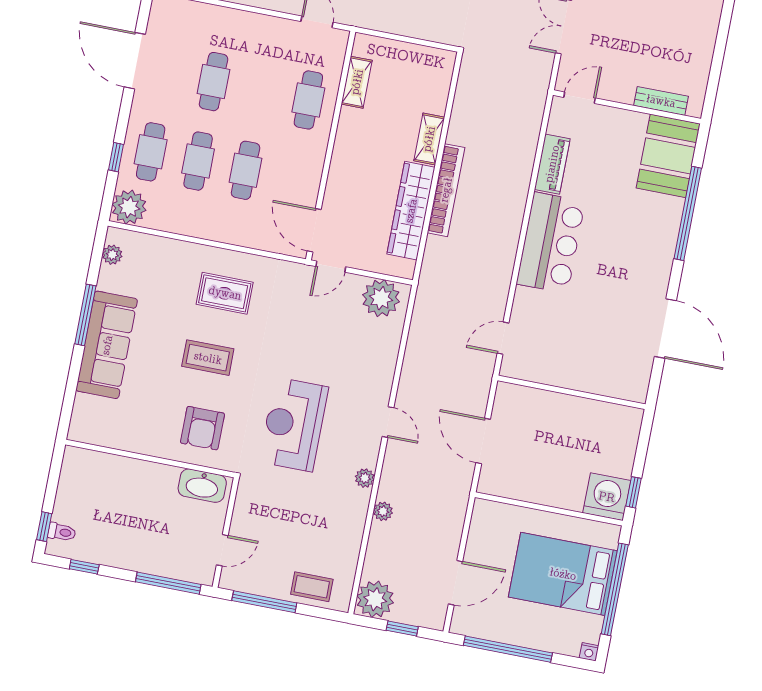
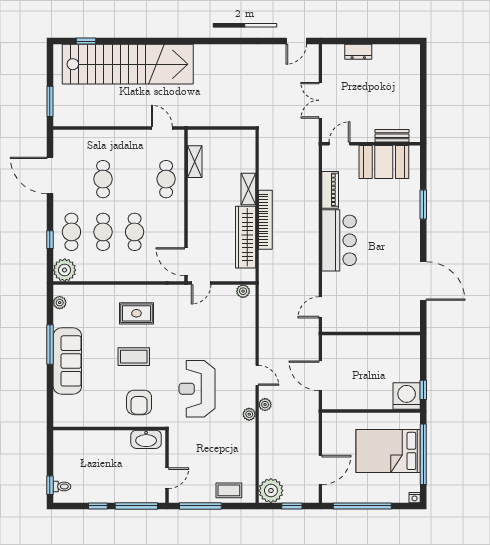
booth: (668, 156) -> (384, 162), moved, turned 90
window: (688, 213) -> (423, 204), width x0.47
plant: (381, 298) -> (243, 291), width x0.53, depth x0.53
plant: (383, 511) -> (265, 405), moved
window: (84, 567) -> (98, 506), moved

